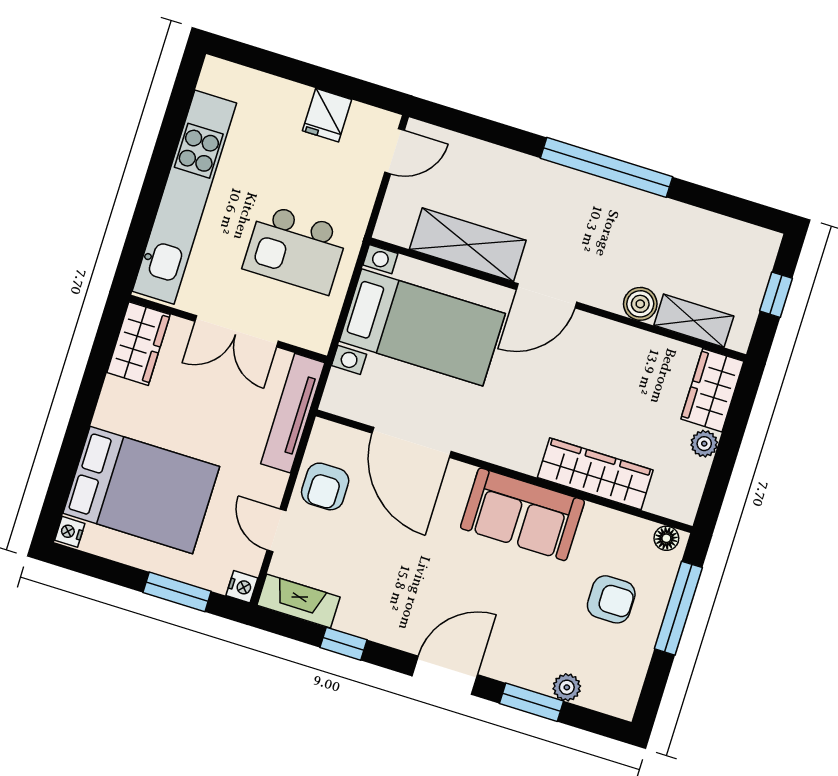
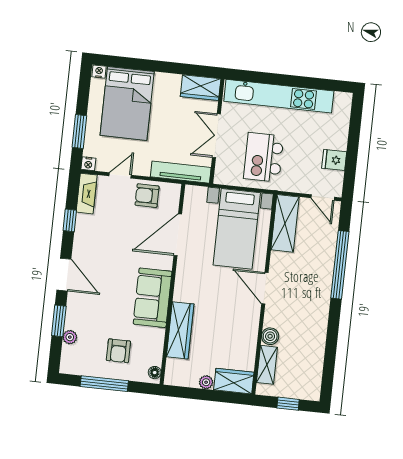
window: (607, 167) -> (340, 265), moved
shelving: (468, 245) -> (285, 223), moved
window: (678, 608) -> (104, 384), moved

